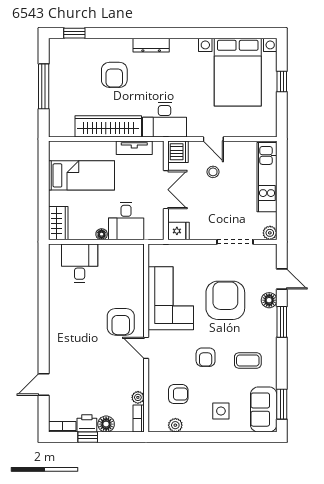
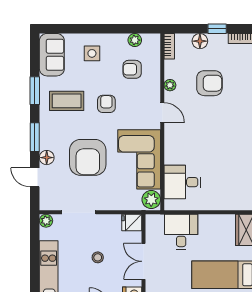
stool: (213, 172) -> (98, 257), moved
floor lamp: (102, 234) -> (204, 219), removed
plant: (158, 255) -> (151, 200), added
desk: (80, 263) -> (182, 182), moved, turned 90
armchair: (121, 322) -> (209, 83), moved, turned 90
coffee table: (248, 361) -> (67, 101), width x1.36, depth x1.30
plant: (138, 397) -> (170, 85), moved
window: (282, 404) -> (35, 91), moved
printer: (87, 423) -> (218, 42), removed

